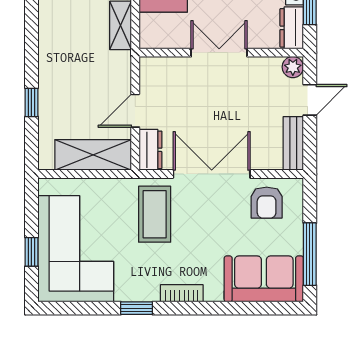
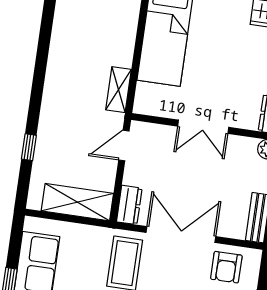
double door: (219, 53) -> (203, 127), swing flipped
door: (135, 111) -> (124, 145), moved

